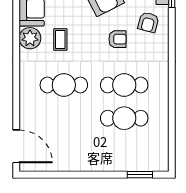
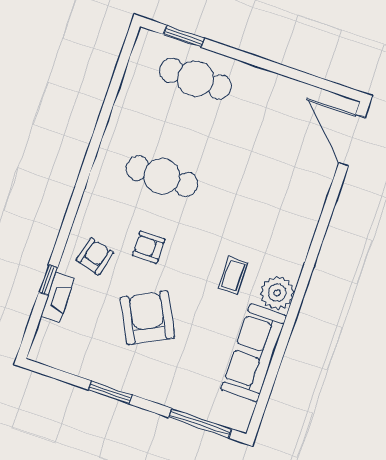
cafe table: (64, 85) -> (251, 207), removed
cafe table: (124, 118) -> (195, 79), moved

